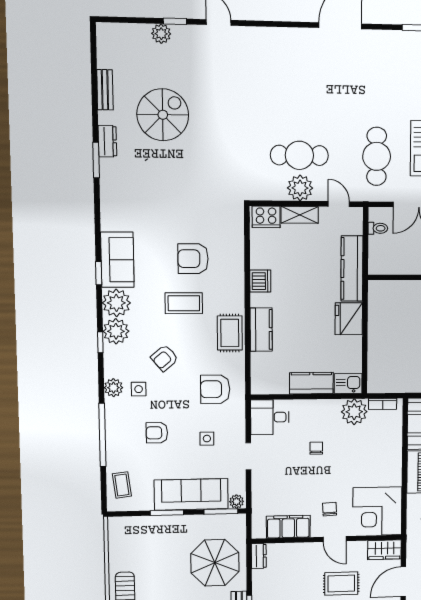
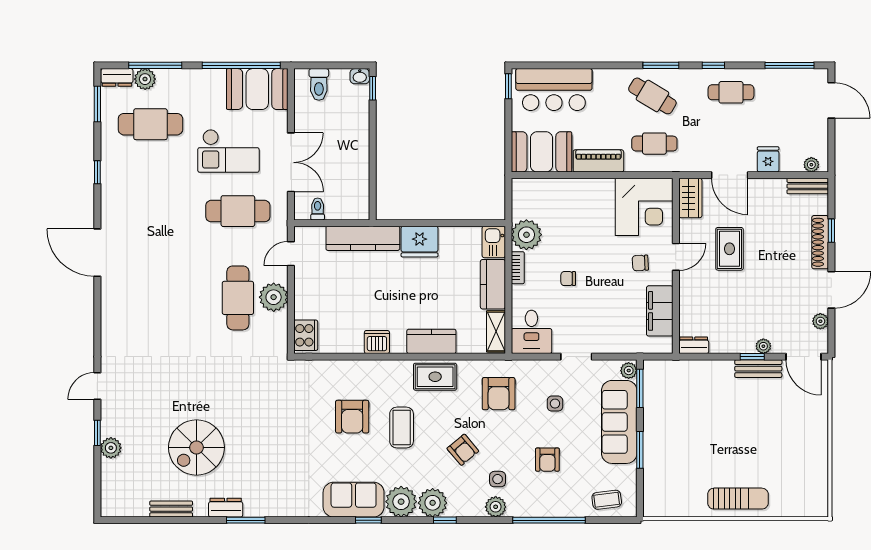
spiral stairs: (163, 115) -> (196, 447), turned -90
shelving: (300, 215) -> (496, 331), moved
bookcase: (383, 404) -> (518, 268), moved
parasol: (215, 563) -> (700, 396), removed

